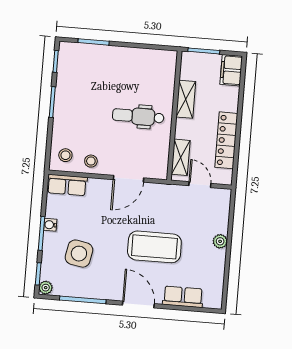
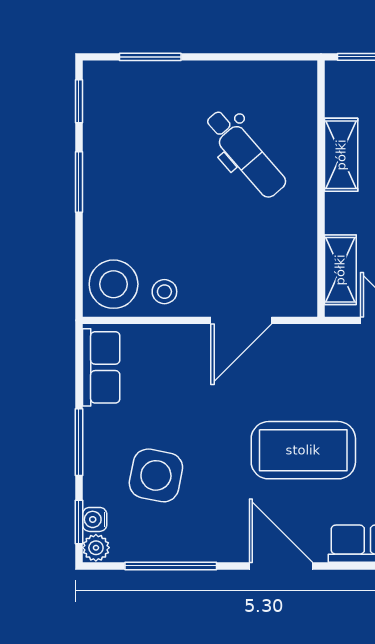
dental chair: (138, 116) -> (245, 153), moved, turned -131
stool: (65, 155) -> (114, 284), width x1.89, depth x1.89
row of seats: (67, 185) -> (101, 367), moved, turned -90
water cooler: (50, 225) -> (95, 519), moved

